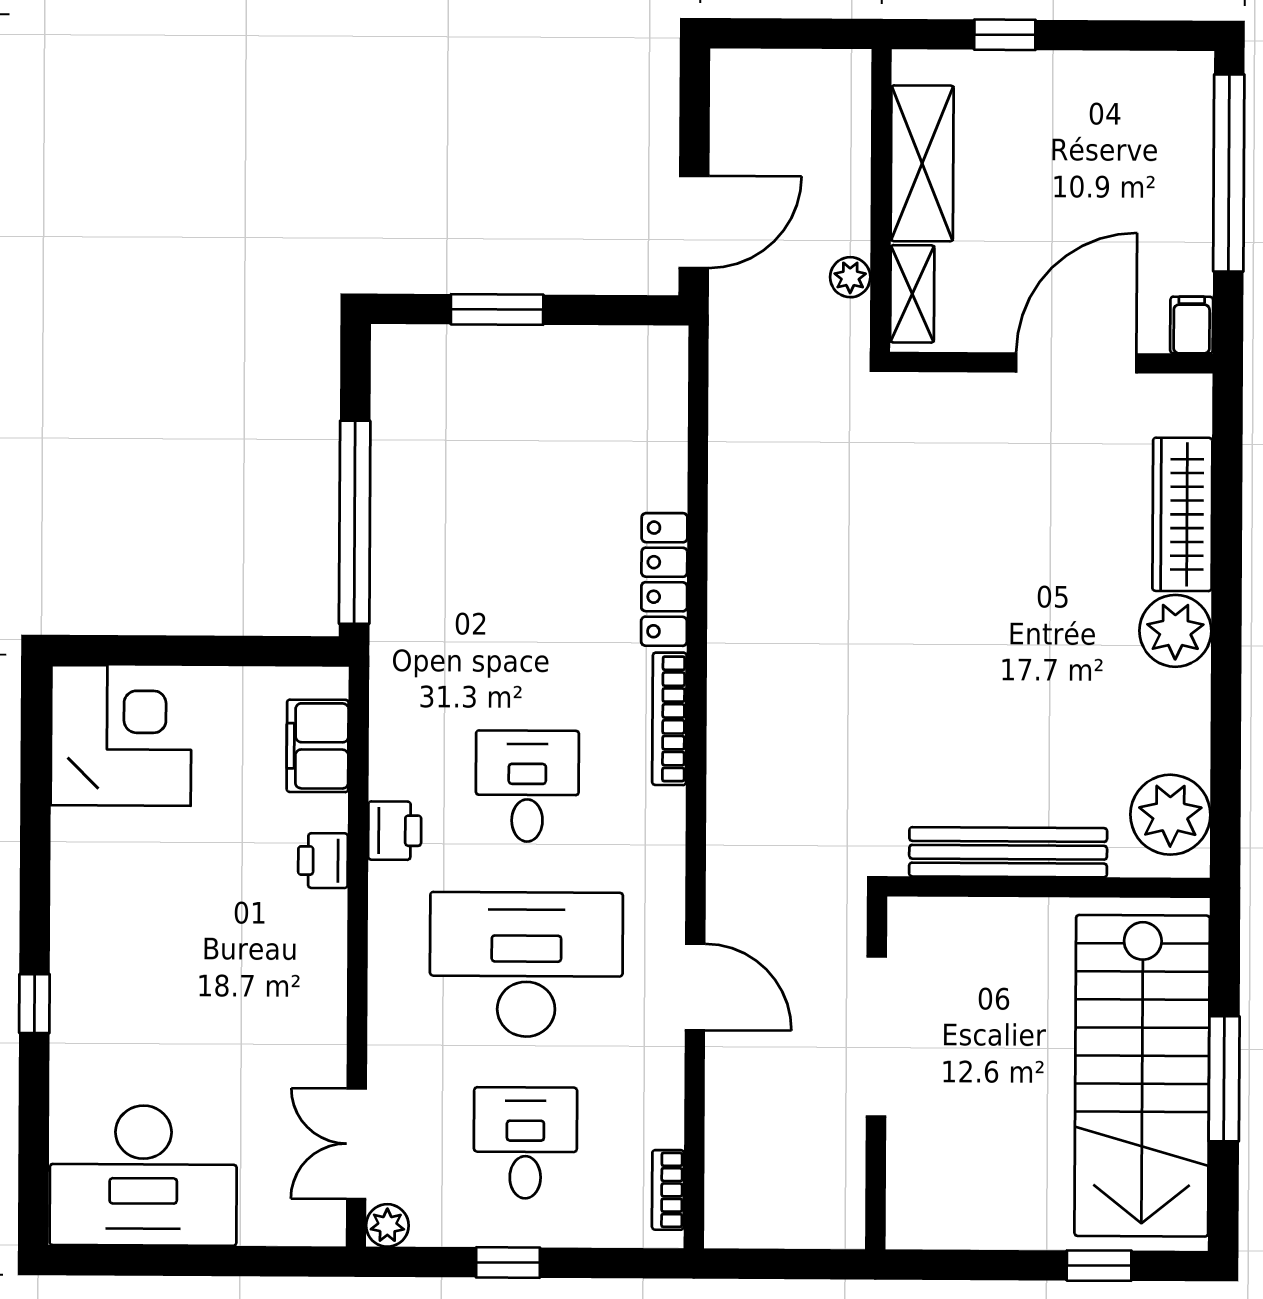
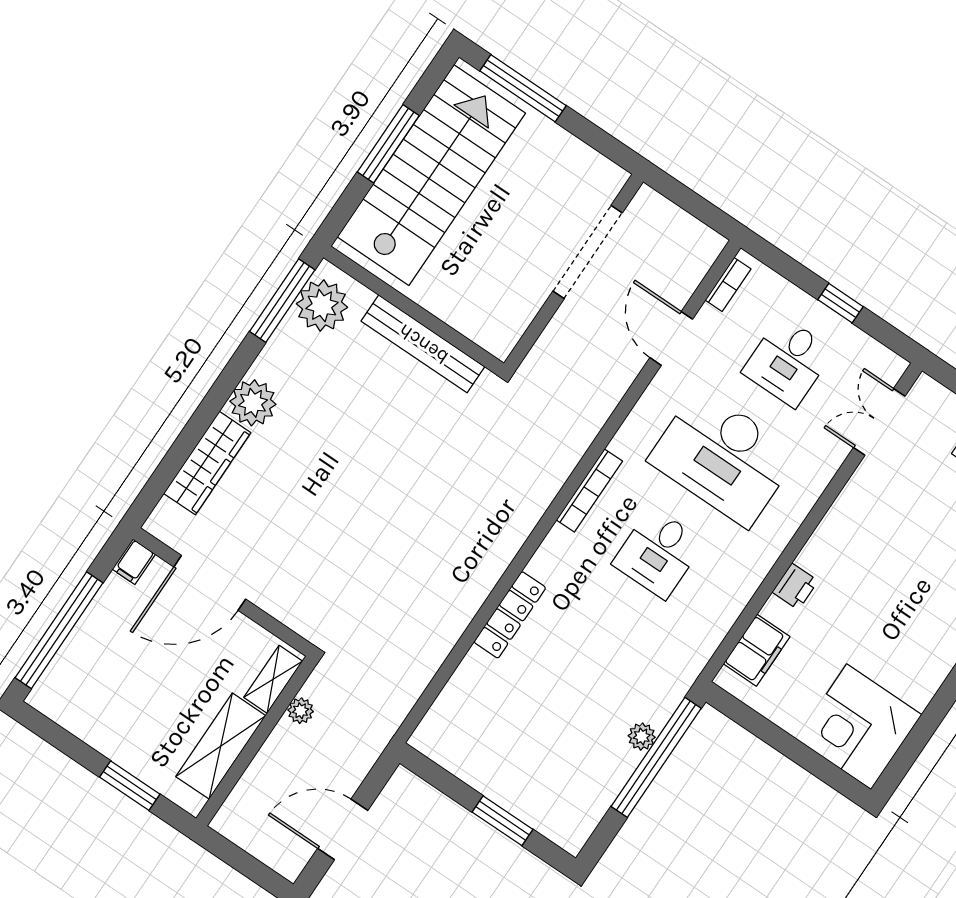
window: (1005, 35) -> (130, 786), width x1.50
door: (694, 222) -> (343, 829), moved
bookcase: (669, 719) -> (589, 490), moved
window: (1226, 787) -> (282, 301), added
printer: (395, 831) -> (746, 577), removed
door: (695, 987) -> (671, 338), moved
doorway: (876, 1037) -> (588, 252), moved
double door: (356, 1144) -> (879, 422), swing flipped
plant: (387, 1225) -> (642, 737), moved
window: (1099, 1266) -> (523, 88), width x2.17

